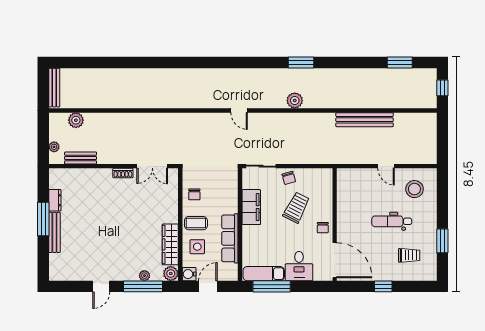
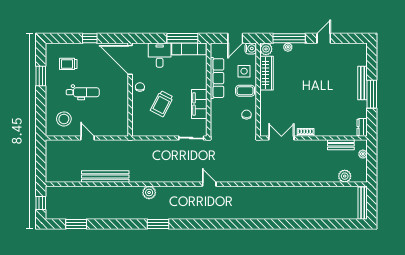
plant: (295, 100) -> (149, 192), moved
chair: (289, 178) -> (168, 128), removed
dresser: (55, 200) -> (362, 127), moved

